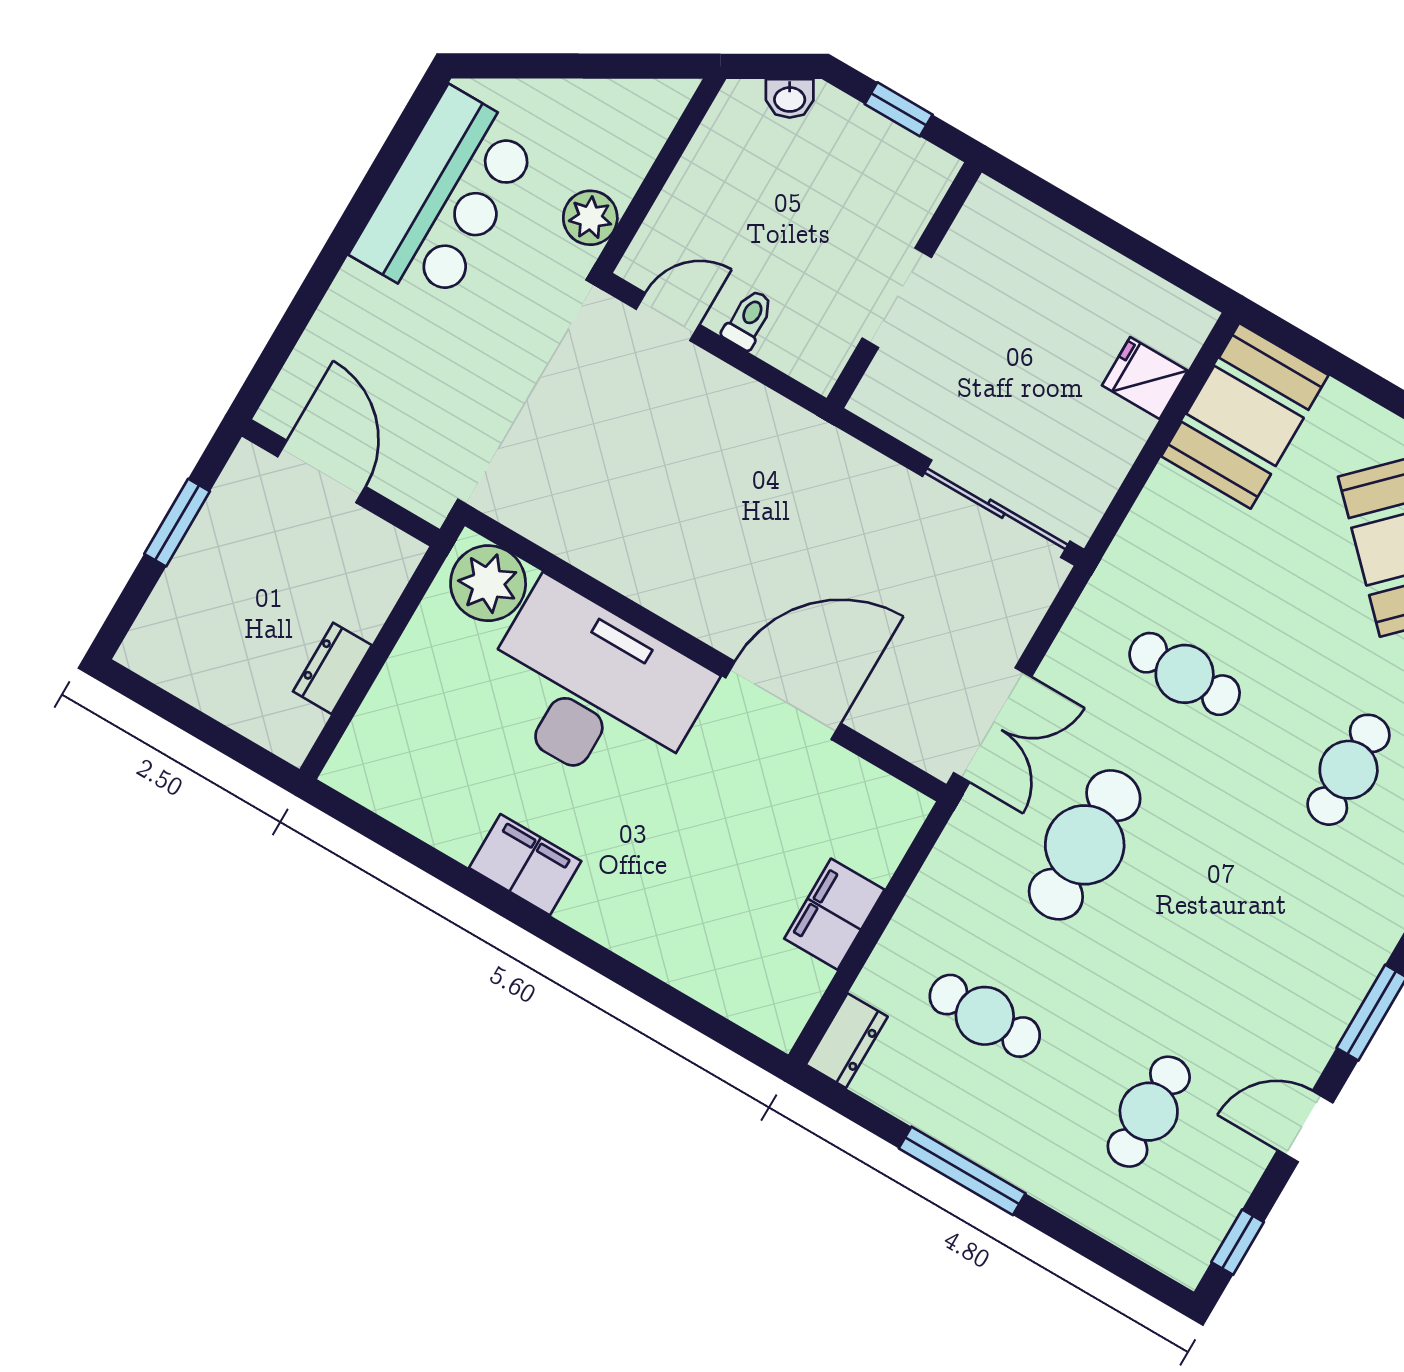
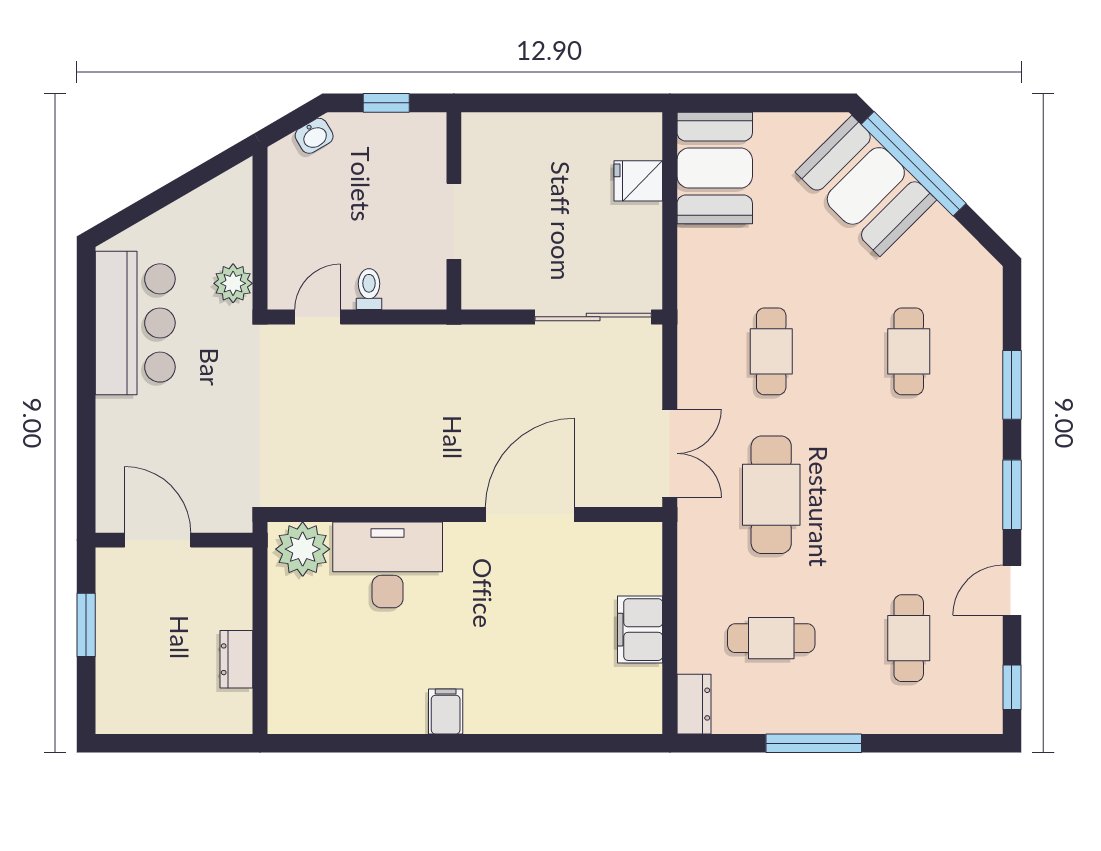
cafe table: (1185, 674) -> (771, 351), turned 90
desk: (593, 690) -> (388, 565), width x0.73, depth x0.77
filing cabinet: (525, 865) -> (446, 711), width x0.50

